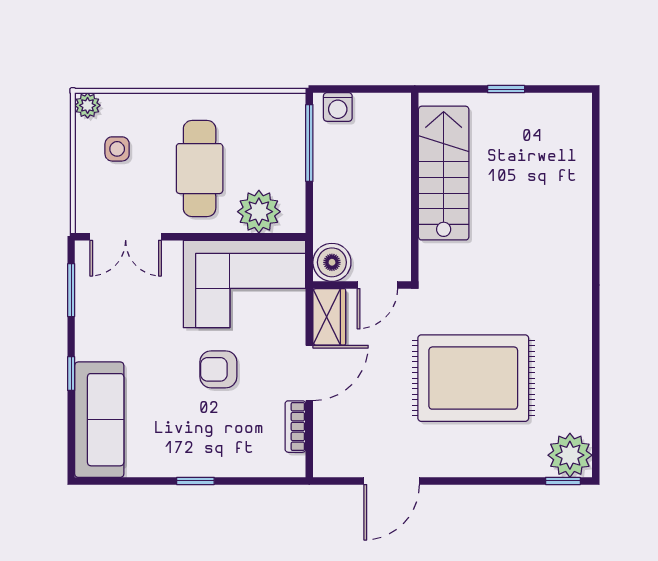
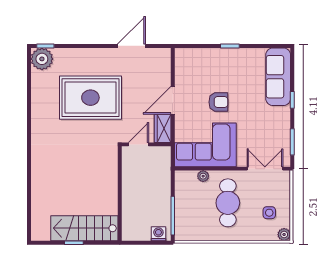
stairs: (444, 173) -> (84, 228), moved, turned 90
plant: (259, 212) -> (203, 176), width x0.53, depth x0.53
boiler: (332, 262) -> (161, 156), removed
bookcase: (295, 427) -> (180, 73), removed

